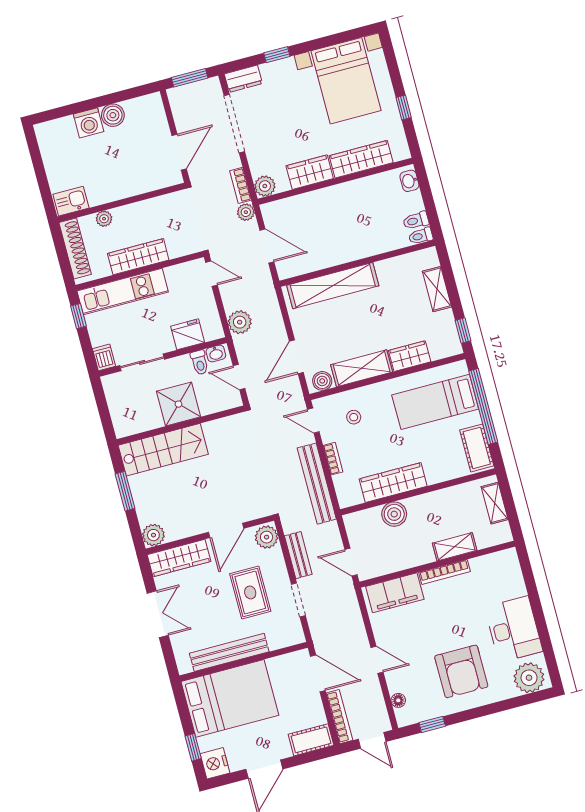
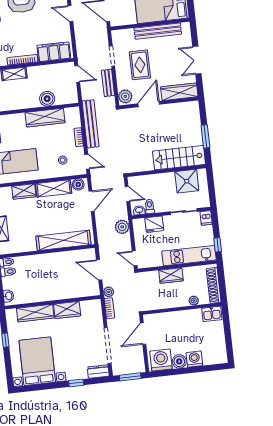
washing machine: (143, 113) -> (161, 360), added
plant: (265, 186) -> (95, 306), removed
wardrobe: (138, 257) -> (171, 276), width x0.67
shower: (178, 404) -> (187, 181), moved
plant: (153, 535) -> (192, 108), removed

